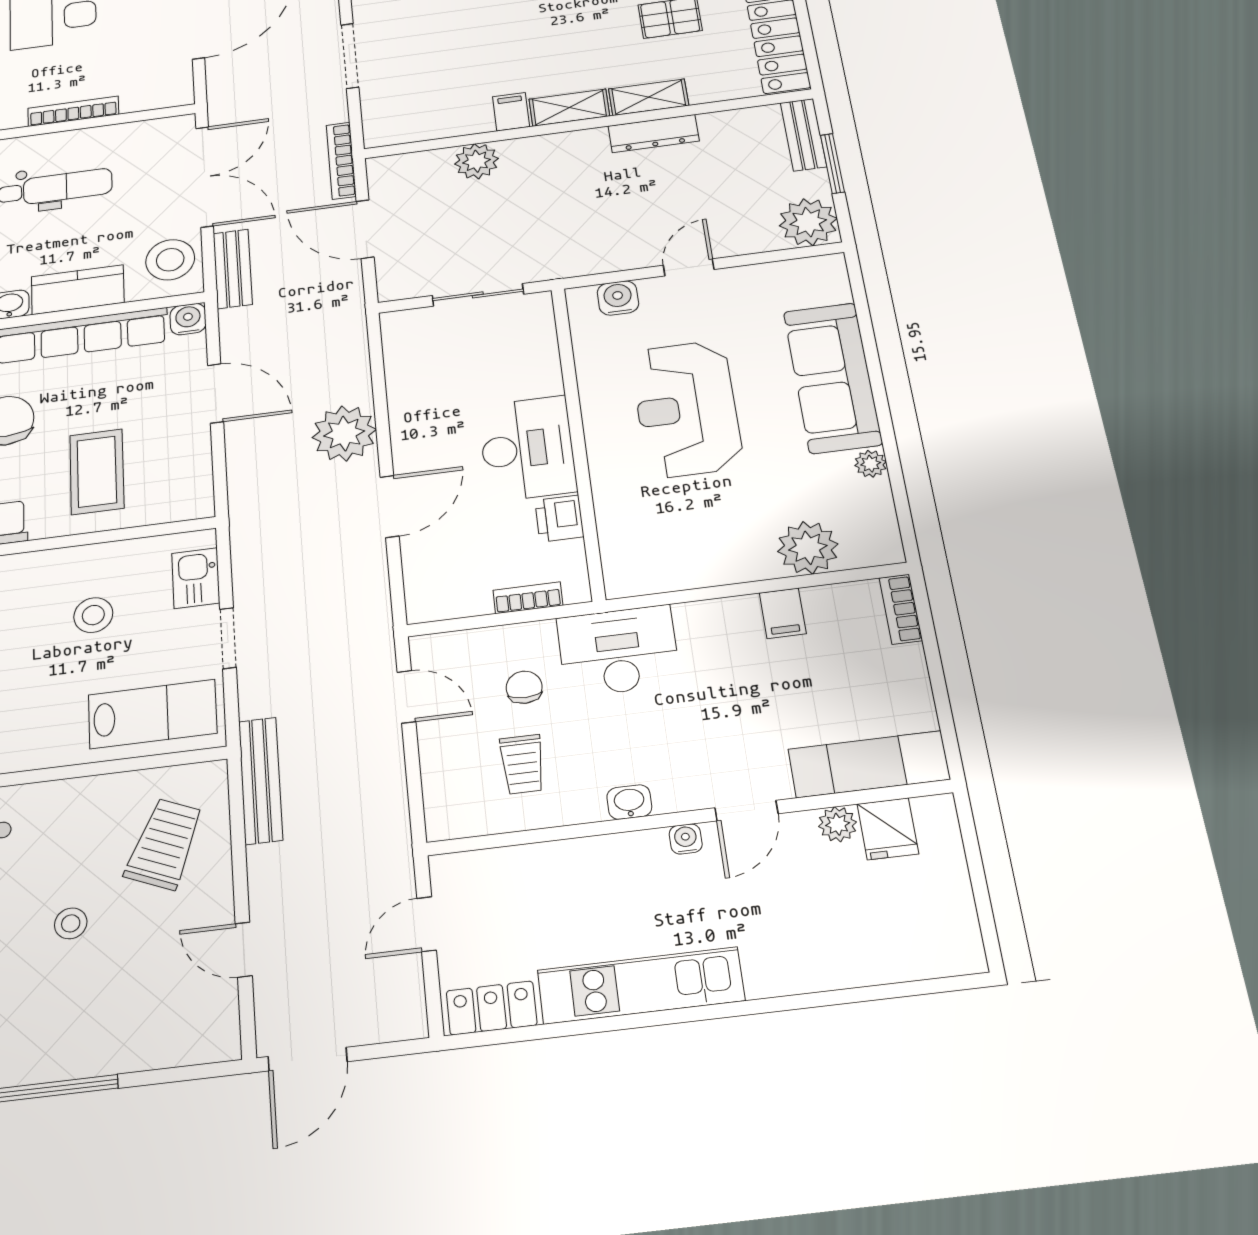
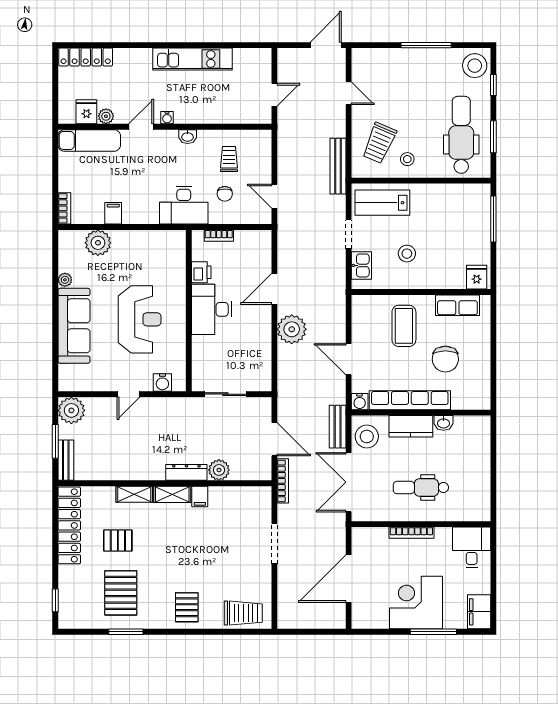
dresser: (654, 133) -> (186, 472), moved
stool: (71, 923) -> (407, 159), moved
locker: (492, 1008) -> (86, 57), moved, width x1.53

